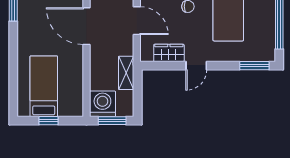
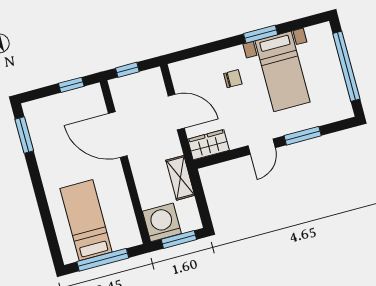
wardrobe: (169, 53) -> (208, 145), moved
window: (254, 66) -> (303, 136), moved
window: (49, 121) -> (103, 260), width x2.17

